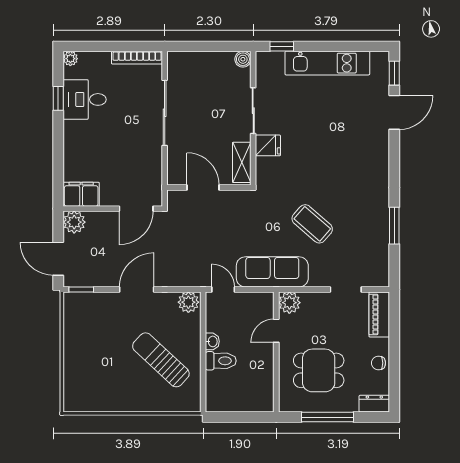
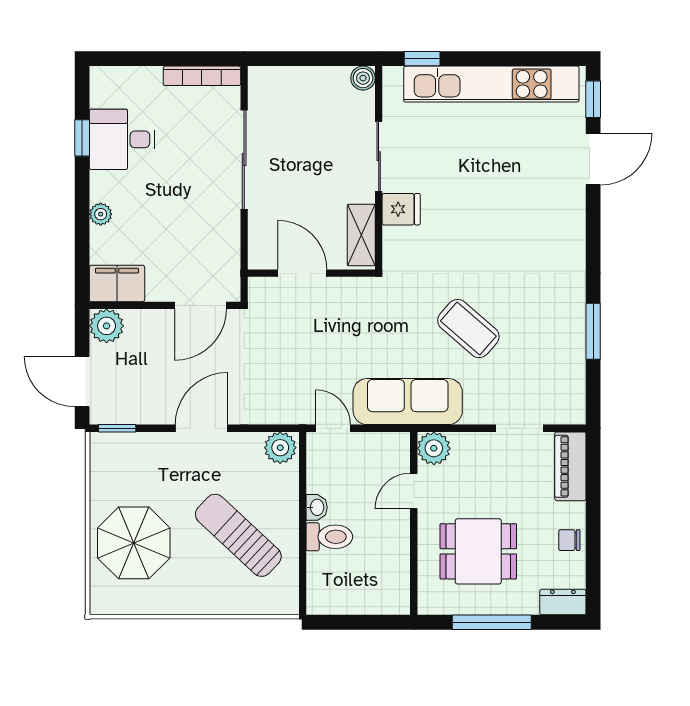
plant: (70, 59) -> (101, 214), moved
kitchen unit: (327, 63) -> (491, 84), width x1.36
parasol: (92, 365) -> (134, 543), added

